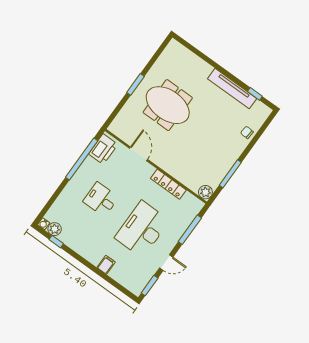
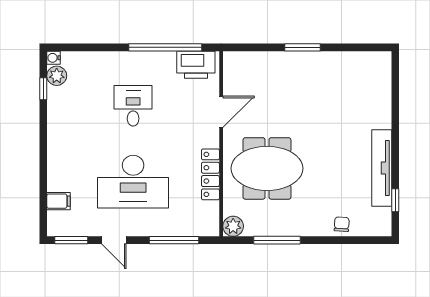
meeting table: (168, 105) -> (267, 168), moved, turned 90
desk: (142, 229) -> (133, 182), turned 180
filing cabinet: (106, 265) -> (59, 201), moved

